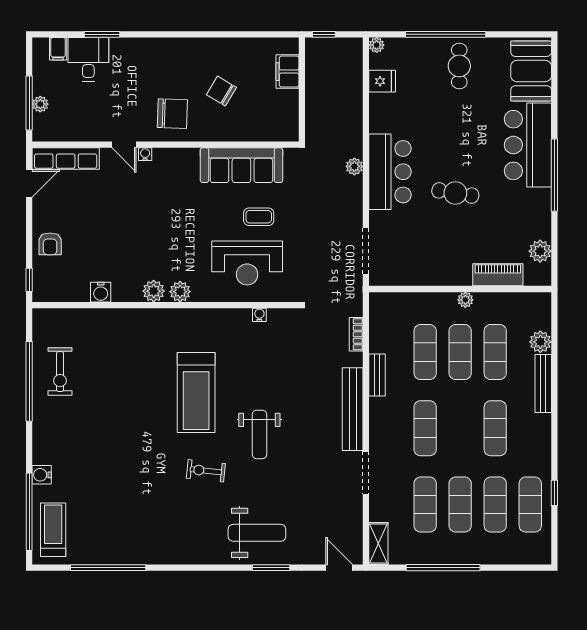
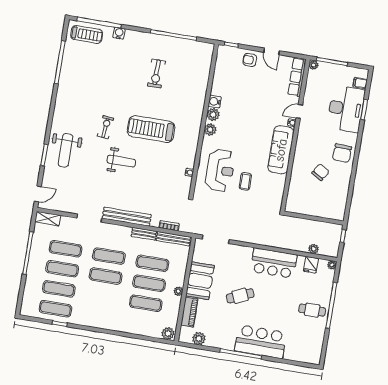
desk: (88, 59) -> (346, 109), width x1.87, depth x1.30
booth: (531, 71) -> (200, 281), moved, turned 90
filing cabinet: (288, 72) -> (325, 212), removed
plant: (40, 104) -> (314, 65), moved
chair: (172, 114) -> (342, 153), moved
sofa: (241, 165) -> (281, 150), moved
plant: (354, 166) -> (314, 249), moved
bar counter: (390, 172) -> (274, 263), moved
door: (29, 183) -> (272, 51), moved
cafe table: (455, 193) -> (240, 296), turned 57
reception desk: (247, 263) -> (220, 170), turned 180
water cooler: (101, 292) -> (215, 102), moved
plant: (540, 342) -> (168, 334), moved
exercise bike: (60, 372) -> (156, 74), moved, turned -90
bench: (543, 383) -> (173, 239), moved
exercise mat: (495, 428) -> (106, 276), moved
weight bench: (259, 434) -> (121, 161), turned 180

